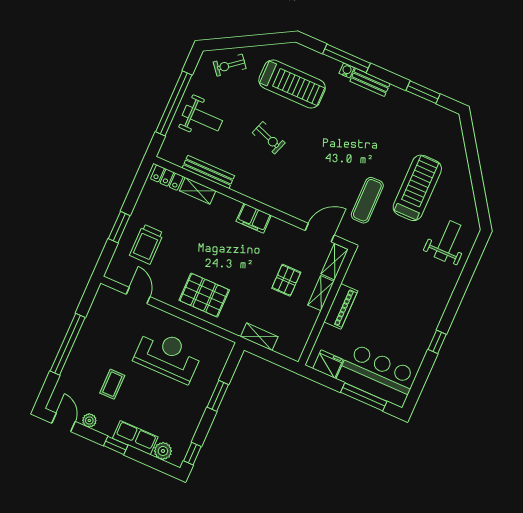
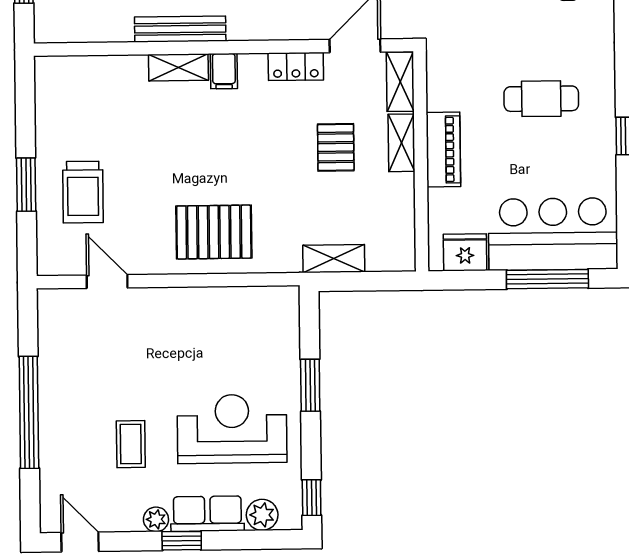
bench: (208, 172) -> (180, 29), moved
locker: (167, 178) -> (296, 66), moved
shelving: (198, 191) -> (178, 67), moved
filing cabinet: (254, 218) -> (224, 71), width x0.50
cafe table: (403, 303) -> (541, 99), added
reception desk: (168, 356) -> (232, 429), moved
plant: (89, 420) -> (156, 519), moved

